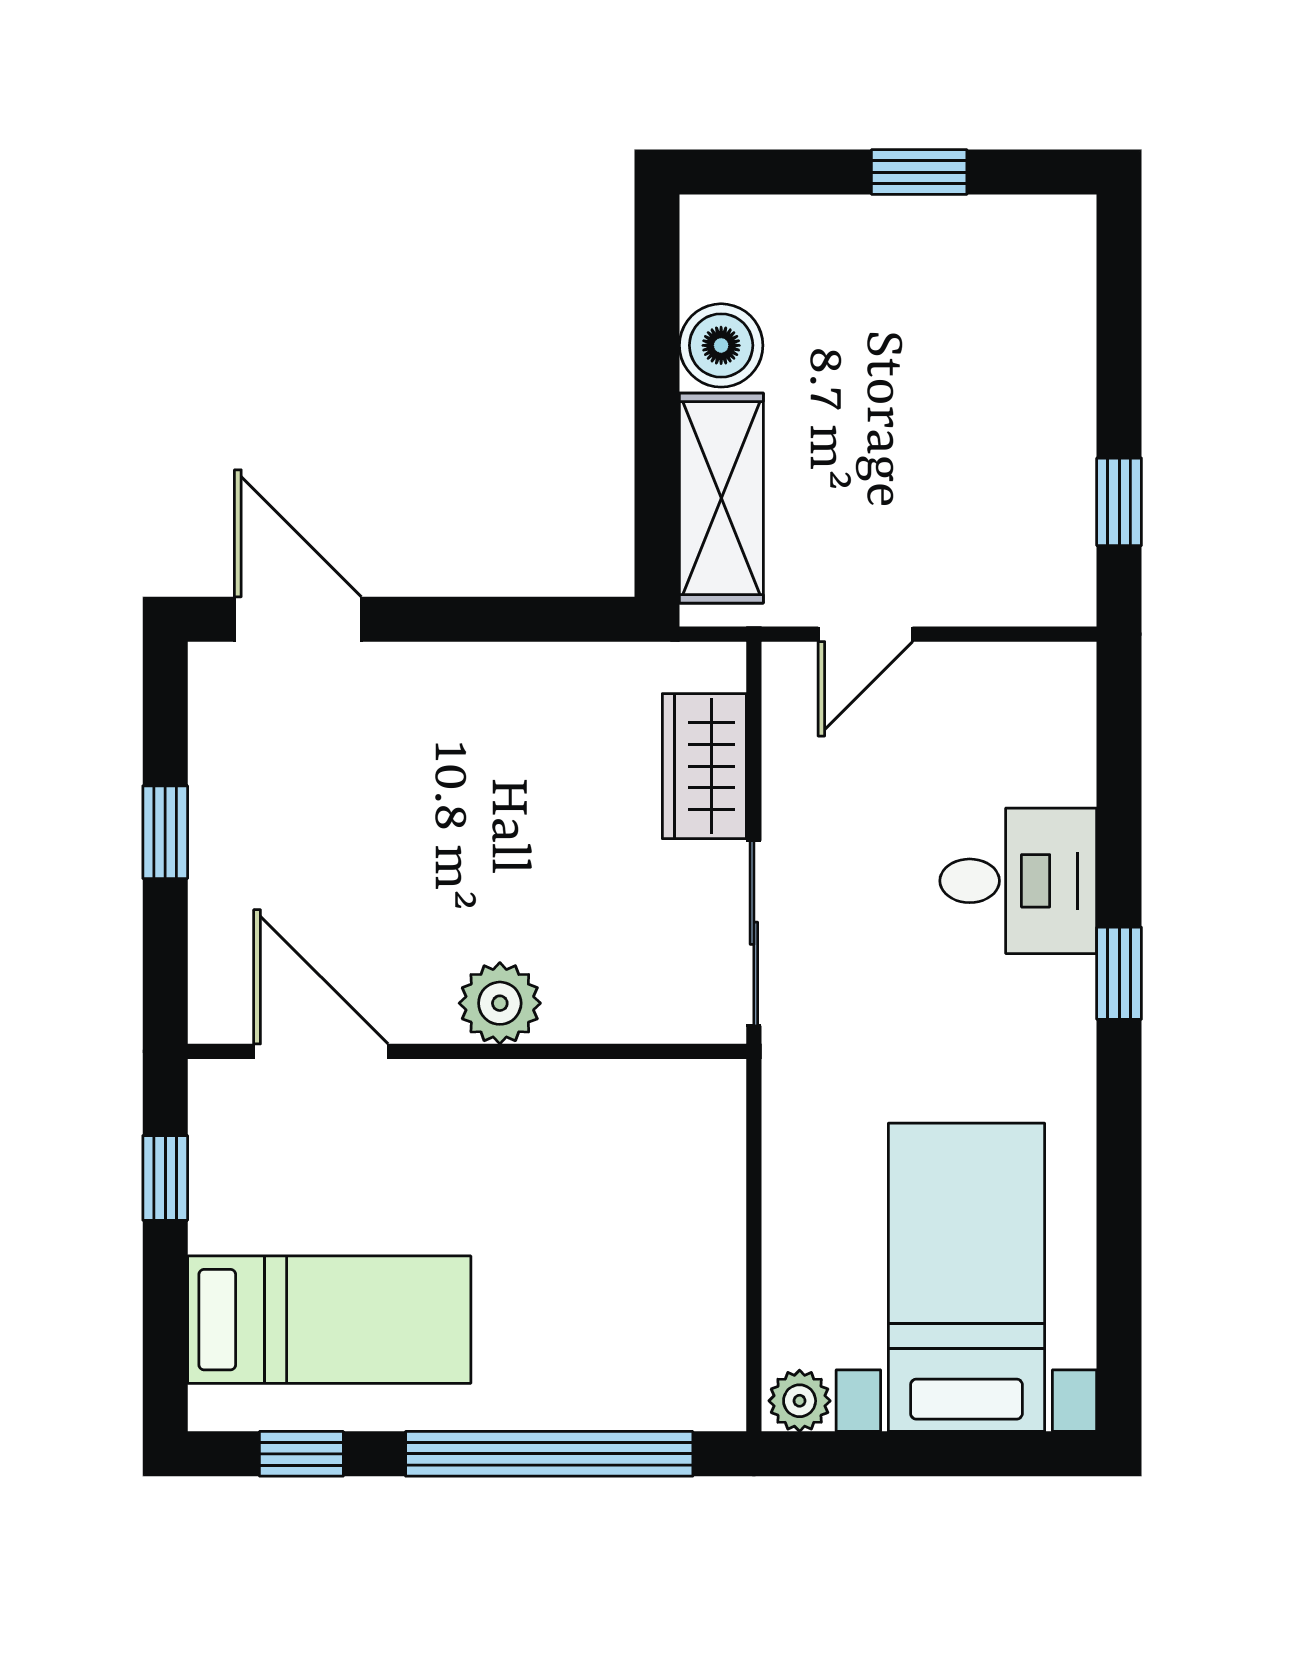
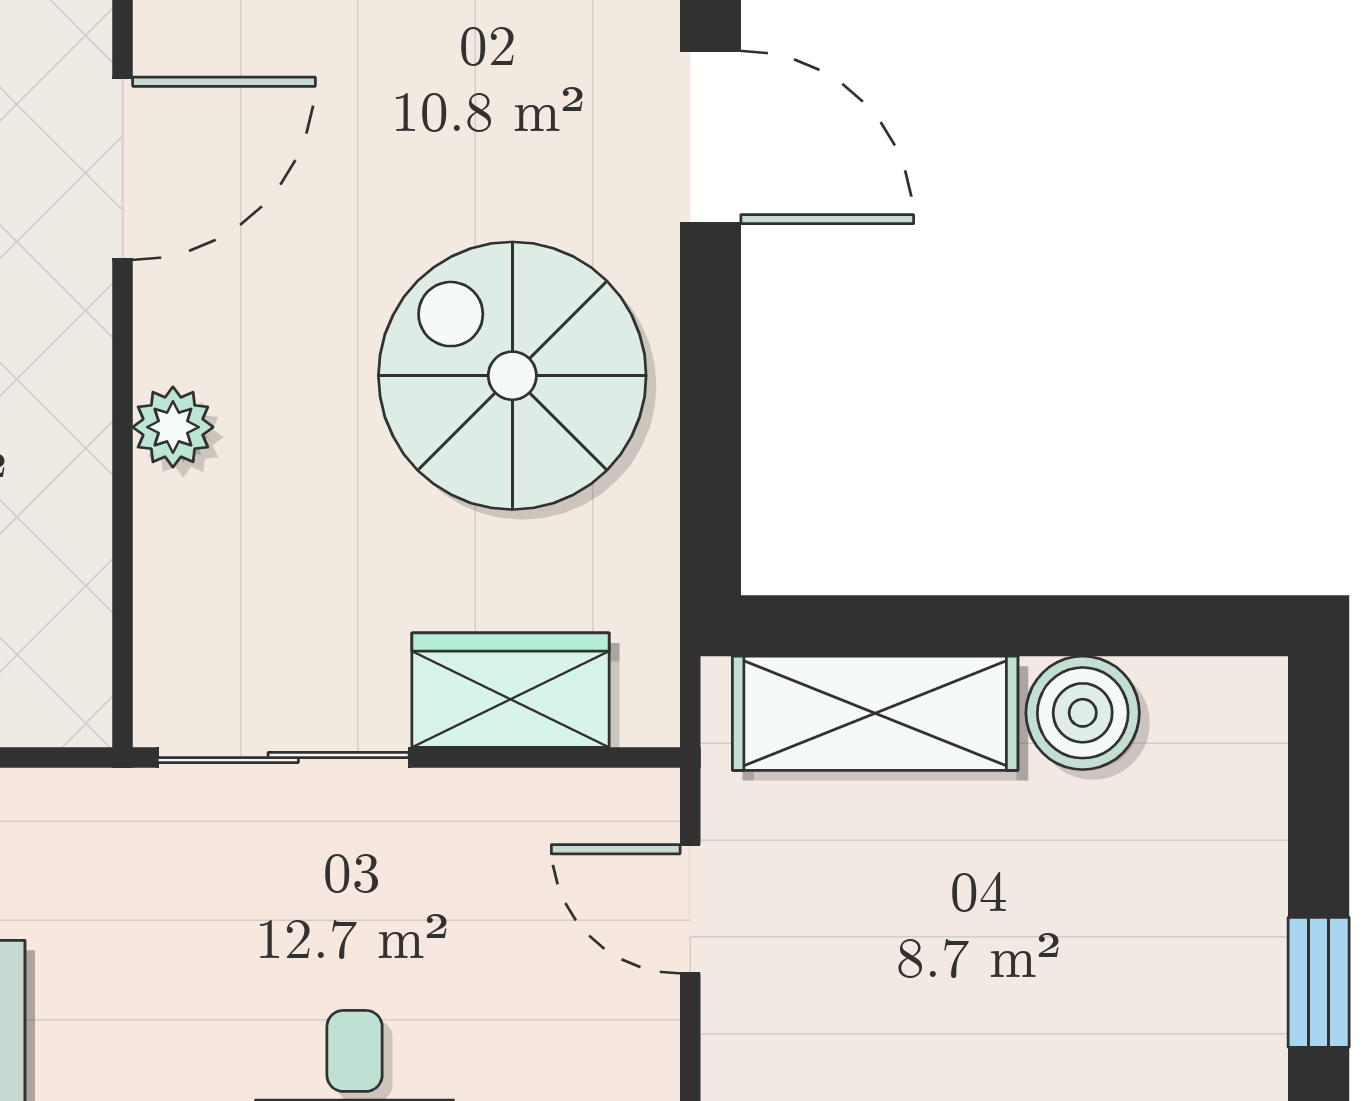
door: (298, 619) -> (710, 137), hinge flipped
spiral stairs: (473, 765) -> (512, 376), added
plant: (500, 1003) -> (173, 427), width x0.73, depth x0.73

